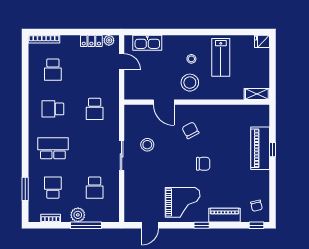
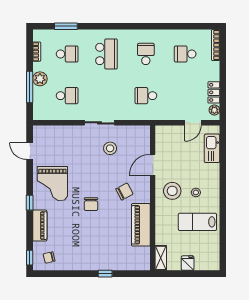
fridge: (262, 41) -> (188, 263), moved
piano: (260, 148) -> (141, 225), moved, turned -90
school desk: (95, 188) -> (67, 96), turned 180

